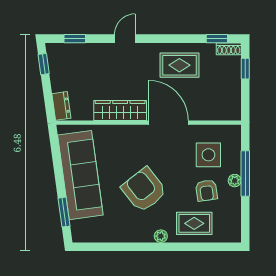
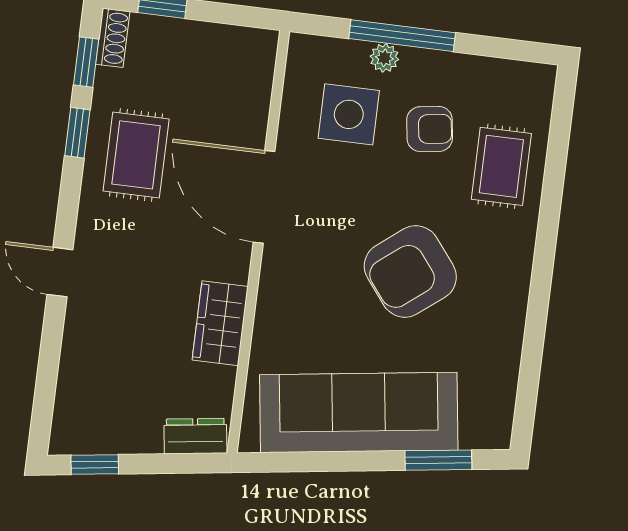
window: (75, 39) -> (77, 133), moved
wardrobe: (120, 111) -> (220, 323), width x0.67
door: (168, 123) -> (264, 197), hinge flipped
plant: (235, 181) -> (384, 58), moved
plant: (161, 236) -> (521, 246), removed

